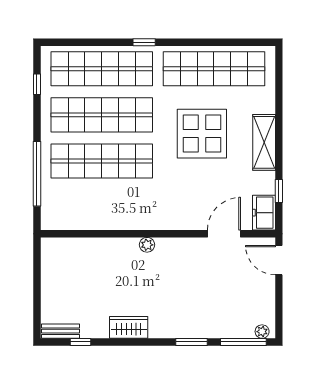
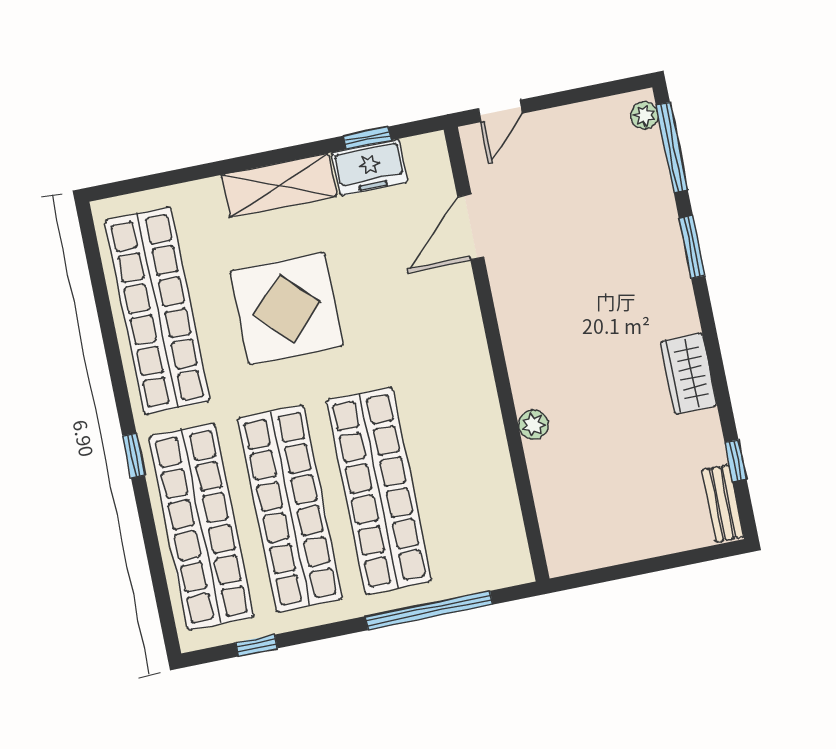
freezer: (264, 213) -> (370, 168), moved
door: (224, 234) -> (471, 227), hinge flipped
plant: (147, 245) -> (533, 425), moved
door: (279, 260) -> (500, 111), width x0.73

